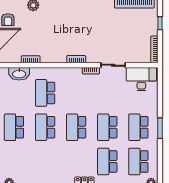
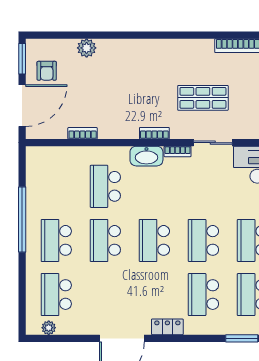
shop shelf: (107, 37) -> (203, 98), added
washbasin: (19, 74) -> (146, 156), moved
school desk: (14, 161) -> (56, 295), added

